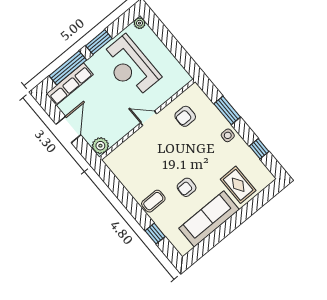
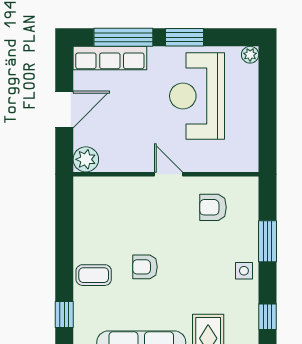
armchair: (187, 187) -> (145, 267), moved

